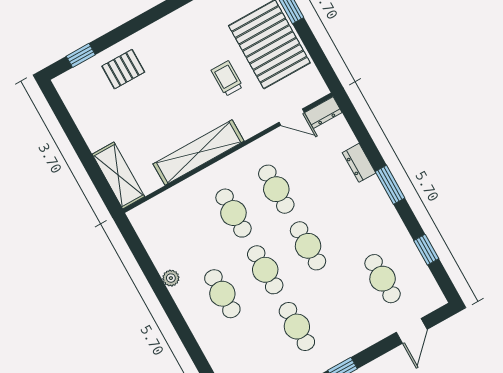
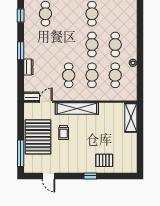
window: (81, 55) -> (90, 176), moved
door: (292, 117) -> (46, 102), hinge flipped
shelving: (199, 152) -> (77, 108), moved
cafe table: (308, 246) -> (115, 75), moved

